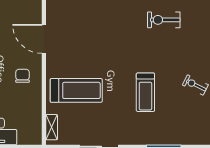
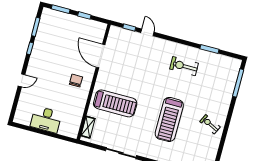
exercise bike: (164, 20) -> (184, 66), moved
treadmill: (145, 92) -> (169, 119), width x1.37, depth x1.38

